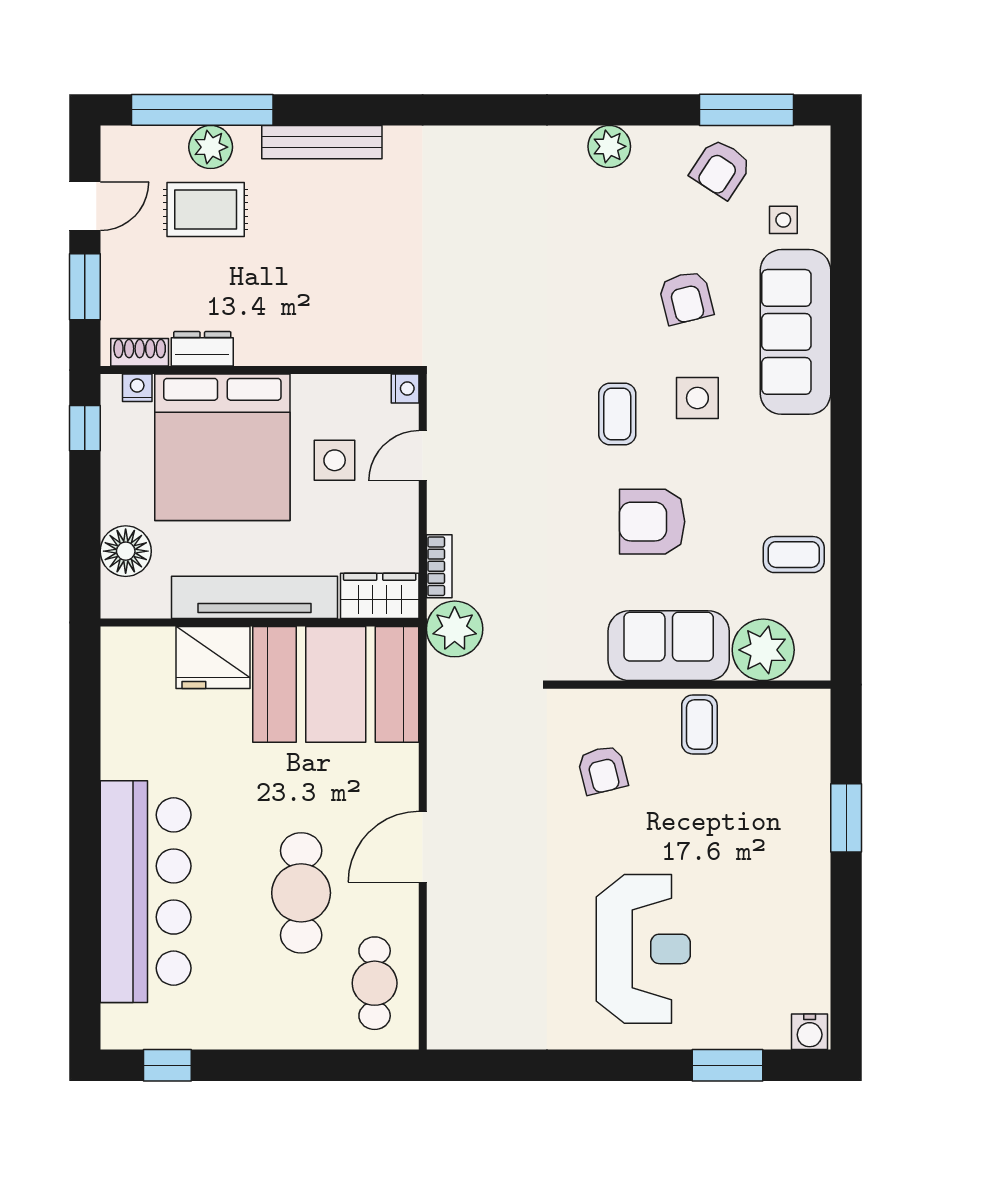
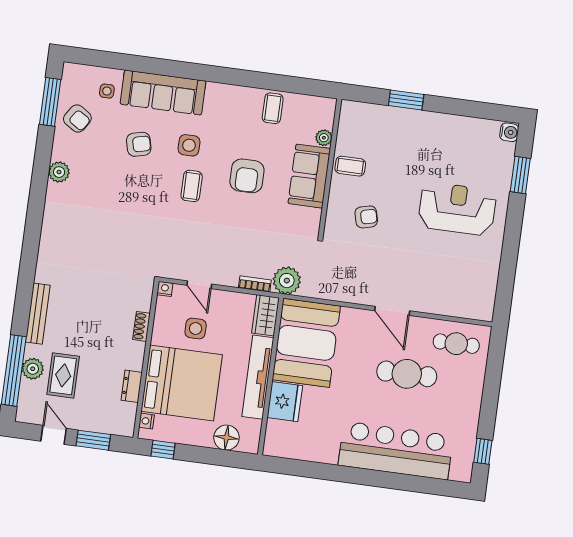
shoe rack: (140, 352) -> (142, 326), moved
coffee table: (617, 414) -> (192, 186), turned 90
plant: (763, 650) -> (324, 138), width x0.53, depth x0.53

